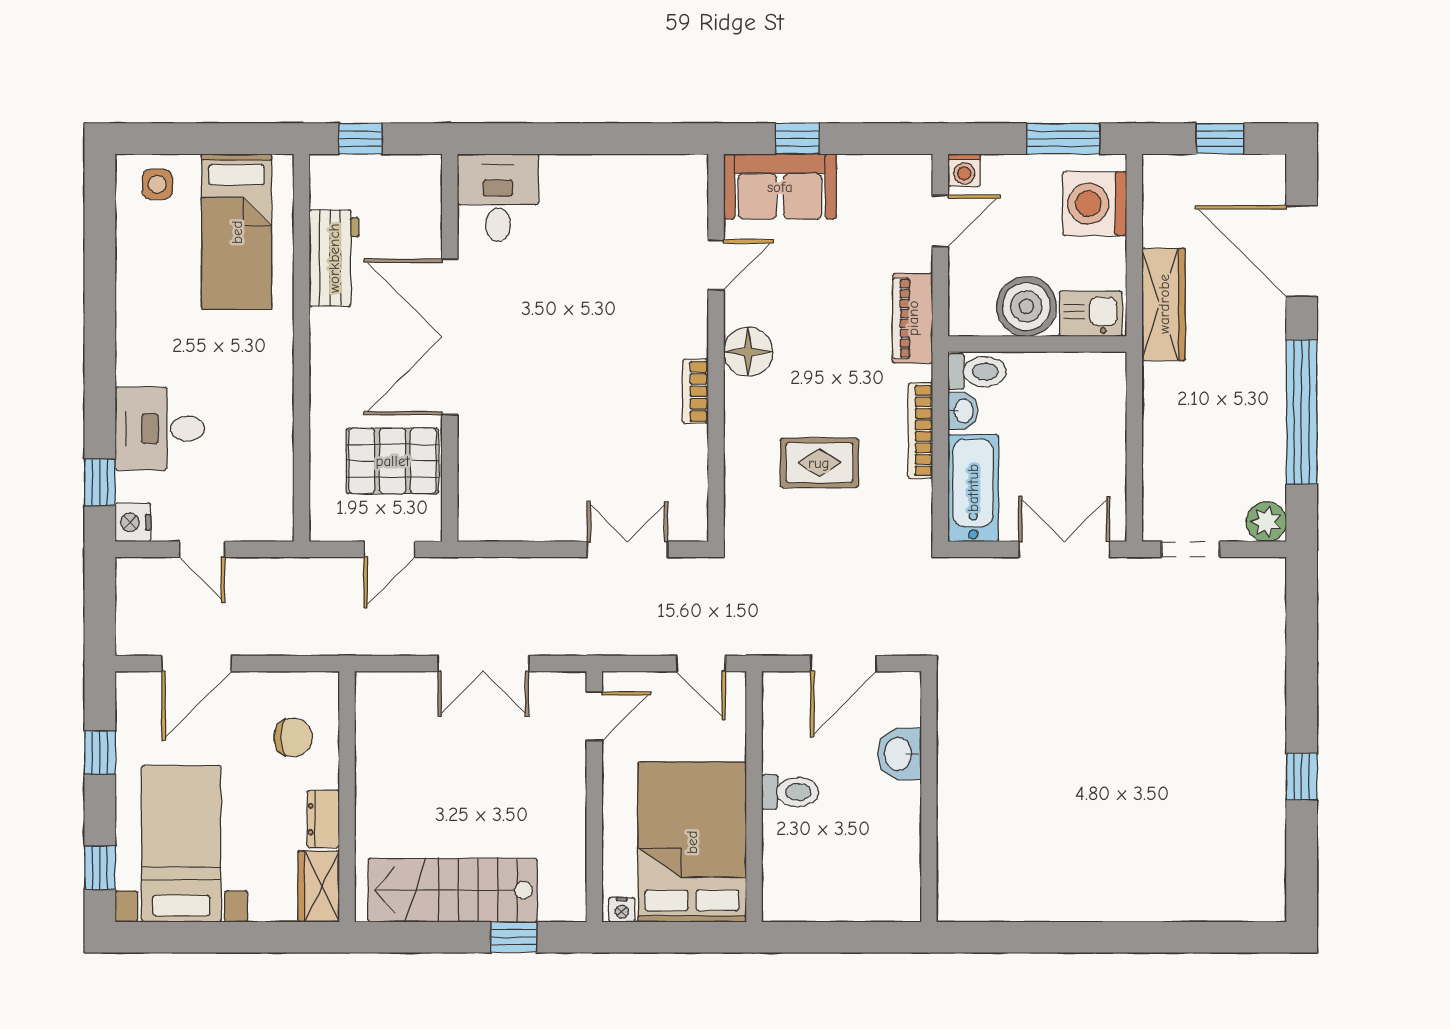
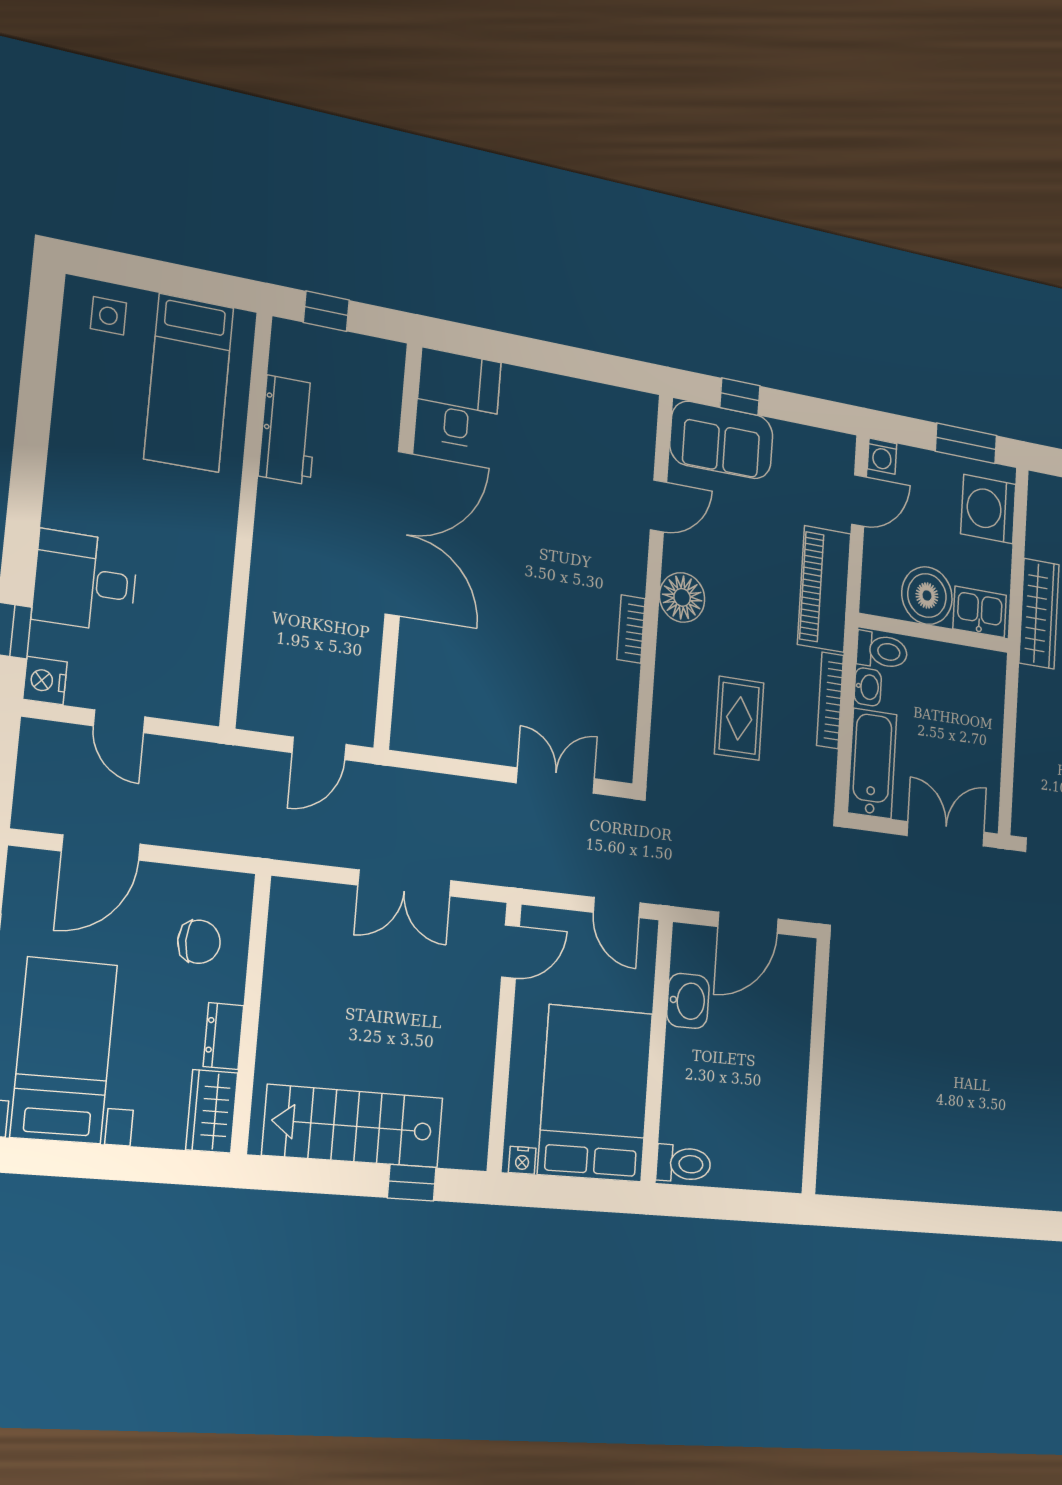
piano: (913, 318) -> (824, 589), width x1.37, depth x1.33
double door: (450, 337) -> (399, 534), swing flipped
pallet: (393, 461) -> (330, 654), removed
rug: (819, 463) -> (739, 718), turned 90
washbasin: (899, 754) -> (688, 1001), moved, turned 180
toilet: (790, 792) -> (683, 1164), moved

